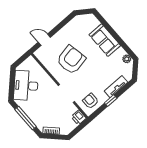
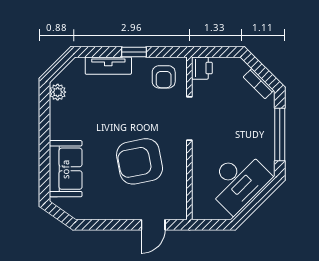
door: (44, 40) -> (153, 225), hinge flipped
sofa: (105, 40) -> (66, 169), moved

